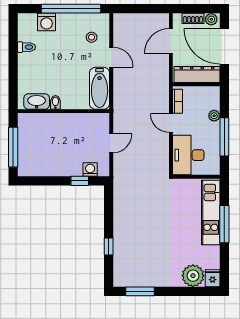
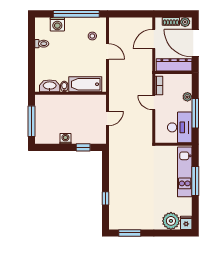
bathtub: (100, 88) -> (85, 84), moved, turned 90
desk: (188, 155) -> (180, 127), moved, turned 180
washing machine: (90, 170) -> (65, 139), moved

